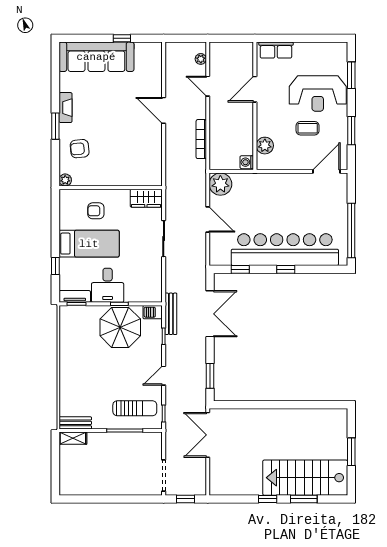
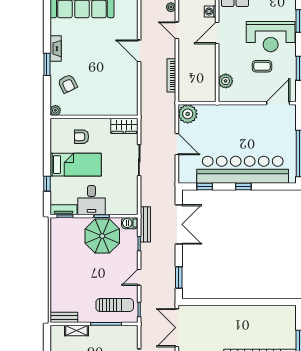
armchair: (80, 149) -> (68, 84), turned -110
washing machine: (247, 162) -> (210, 11), moved
shelving: (73, 438) -> (76, 331), moved

